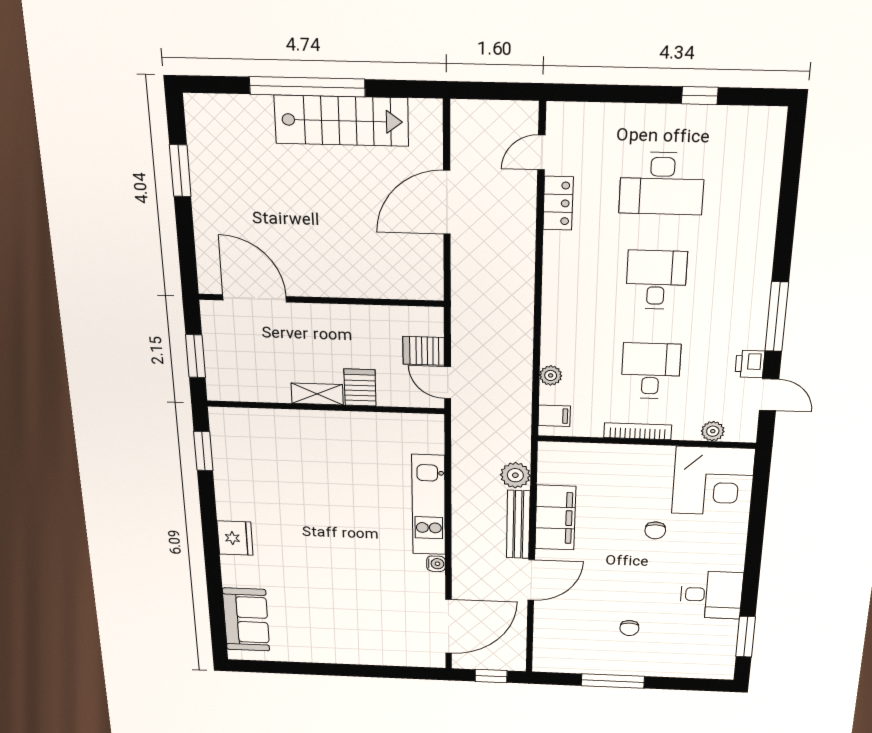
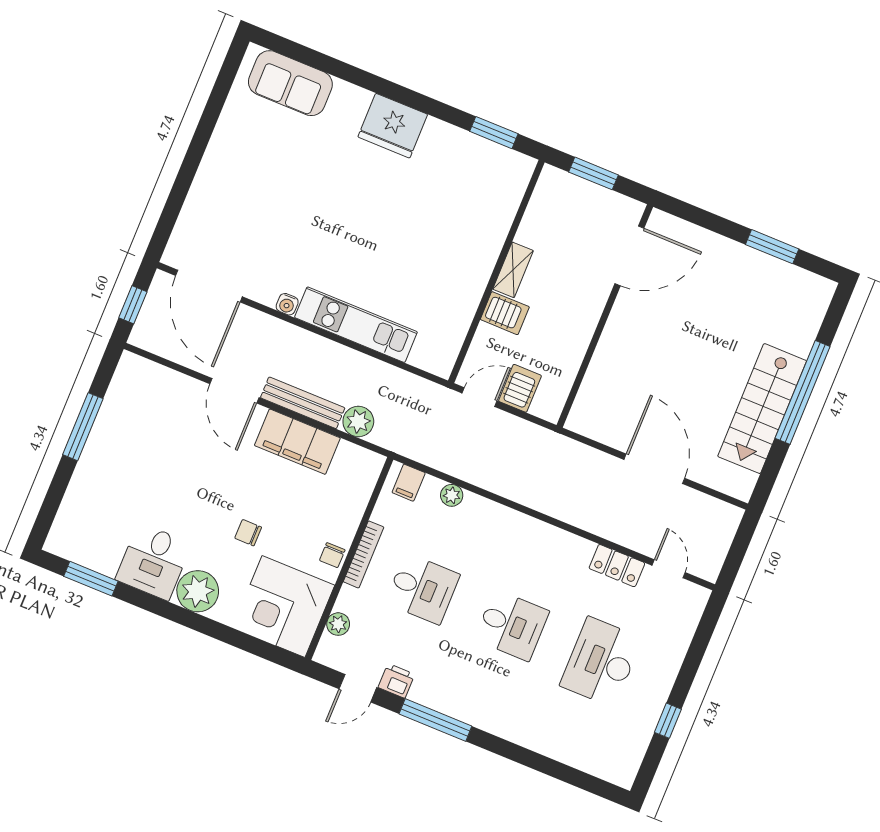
fridge: (235, 538) -> (393, 126), width x1.36, depth x1.34
plant: (725, 553) -> (198, 591), added
chair: (629, 628) -> (332, 555), moved, turned -90

